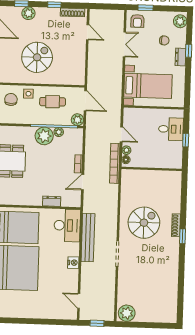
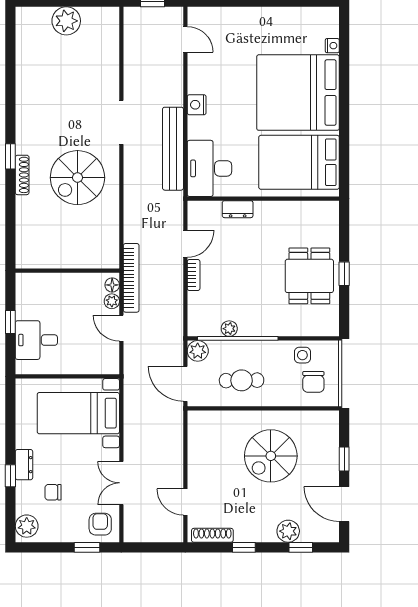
side table: (28, 94) -> (302, 355), moved
plant: (44, 136) -> (254, 321), removed
plant: (127, 313) -> (66, 21), moved

